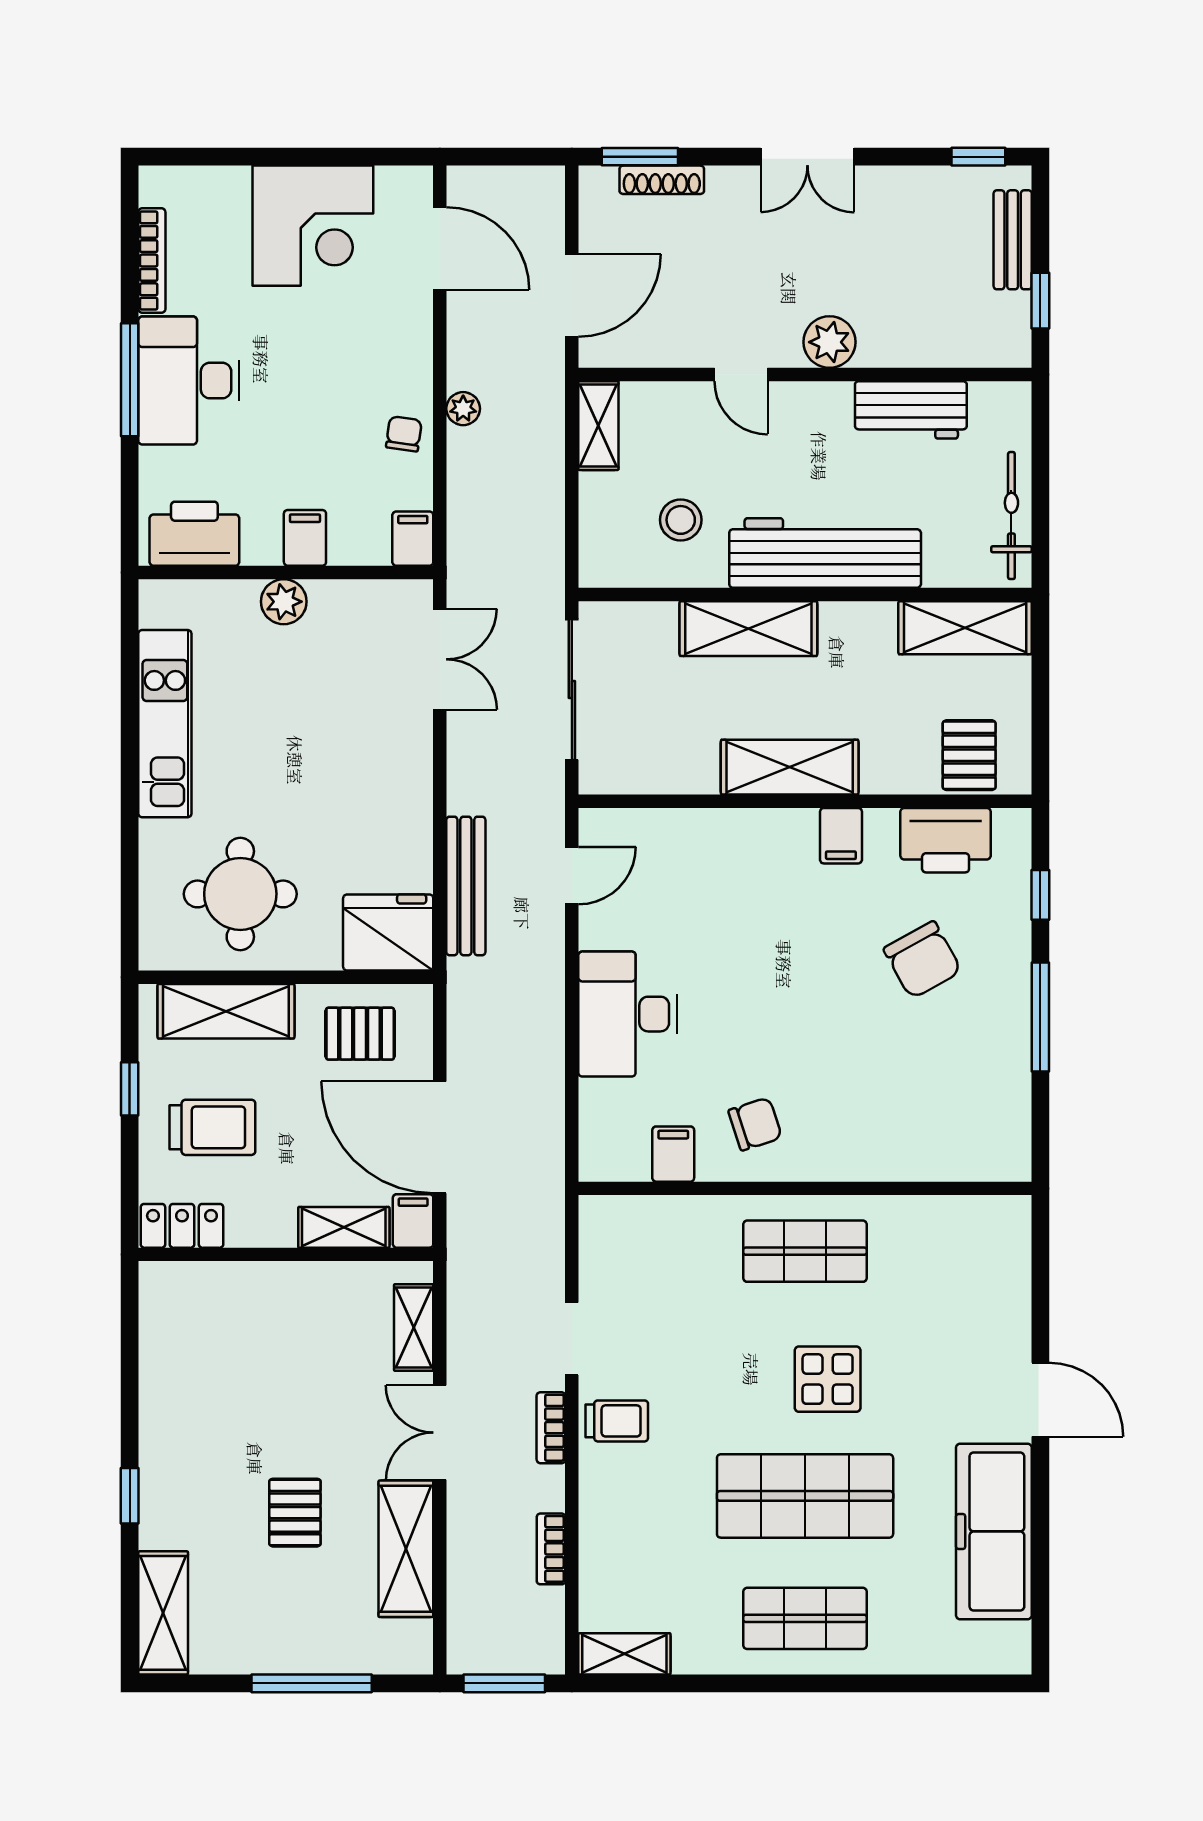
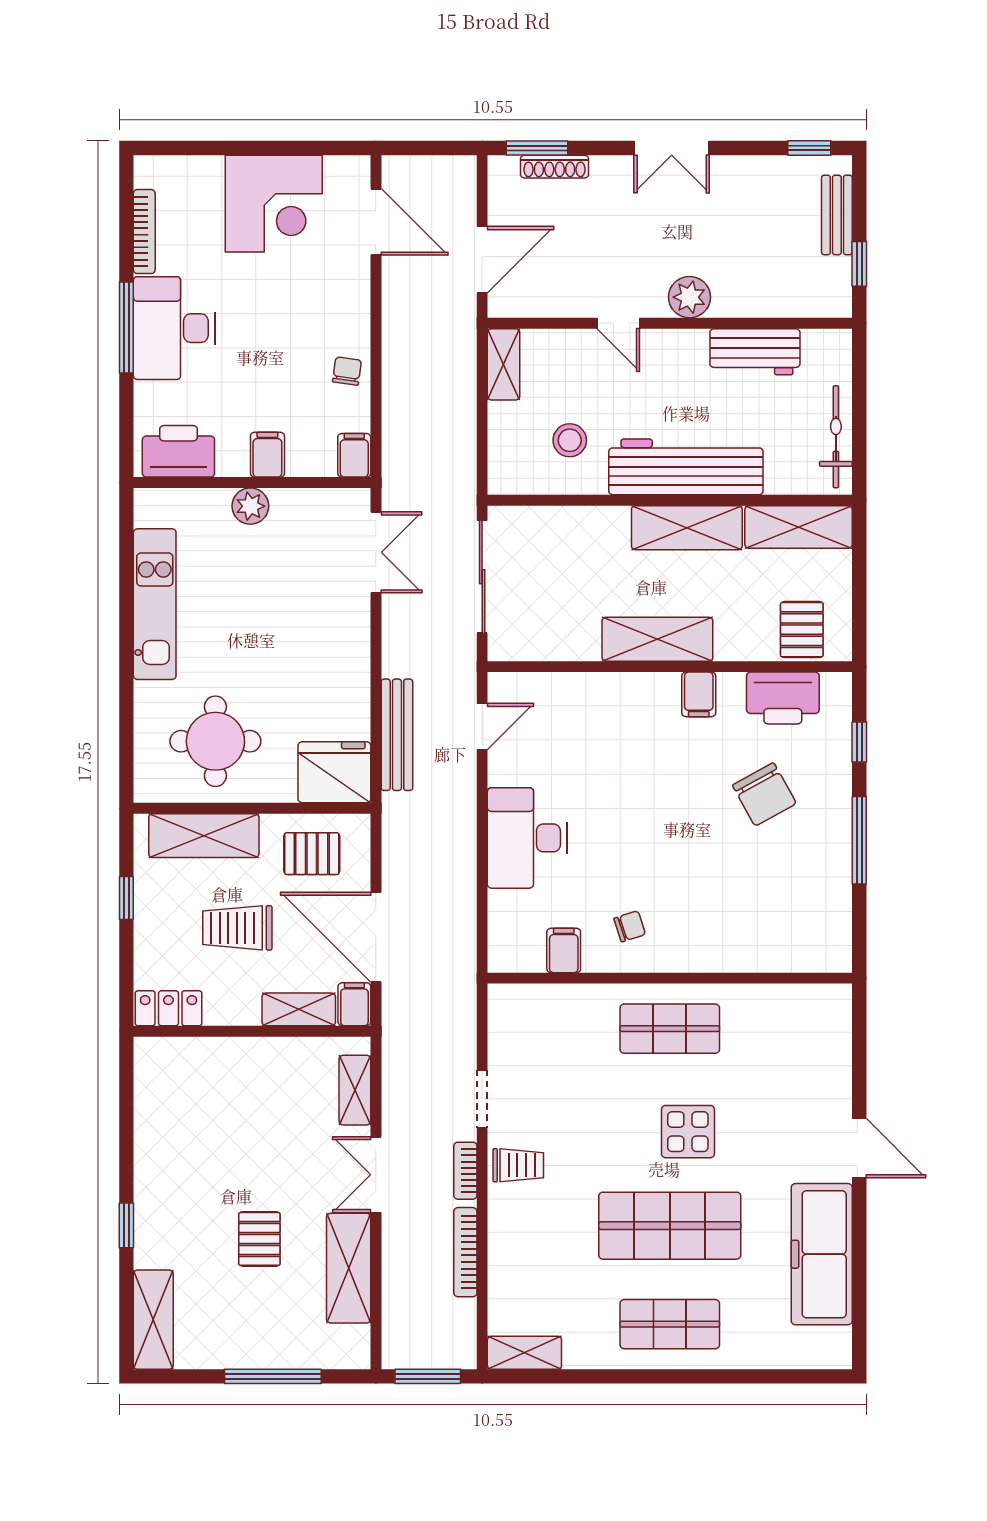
plant: (463, 409) -> (395, 351), removed
shelving: (748, 629) -> (687, 528), moved
chair: (755, 1124) -> (630, 926), width x0.73, depth x0.73
trolley: (212, 1127) -> (237, 928), moved, turned 180
bookcase: (551, 1549) -> (465, 1252), width x1.56

